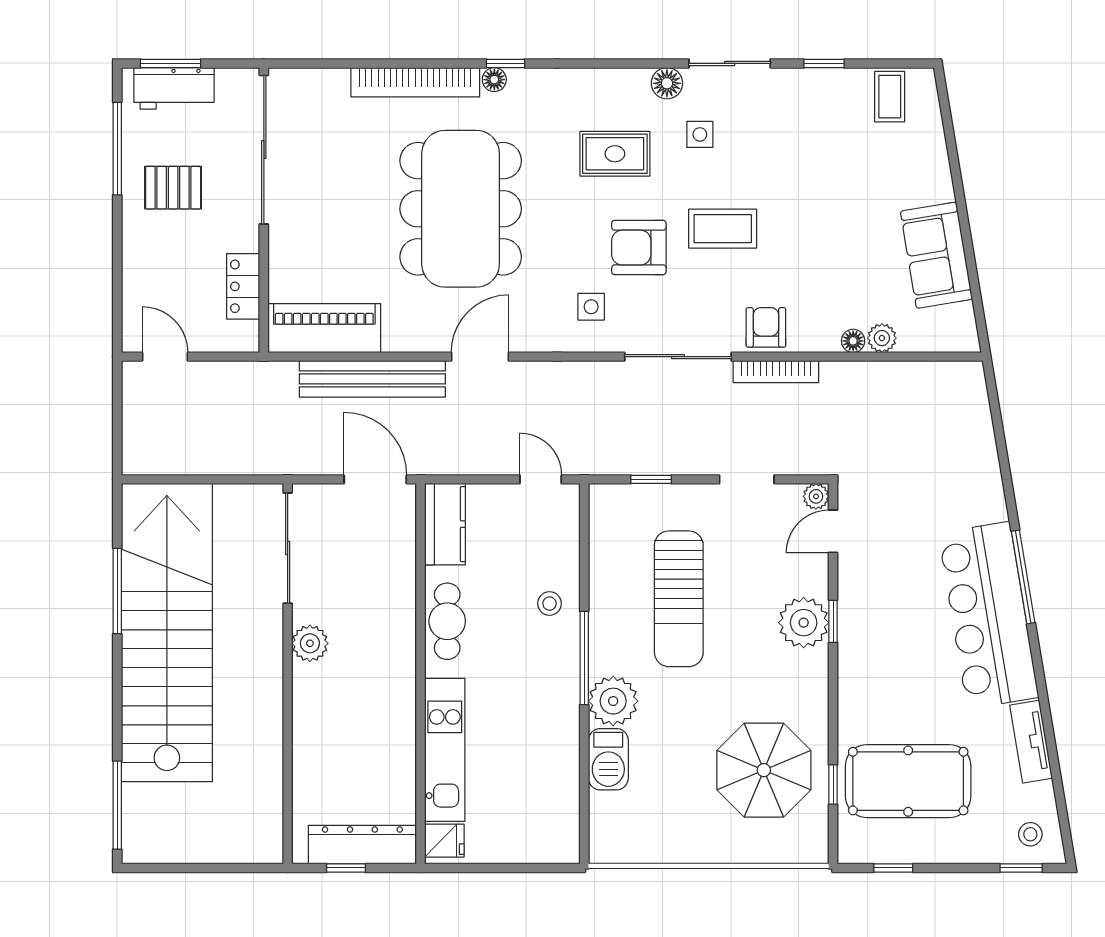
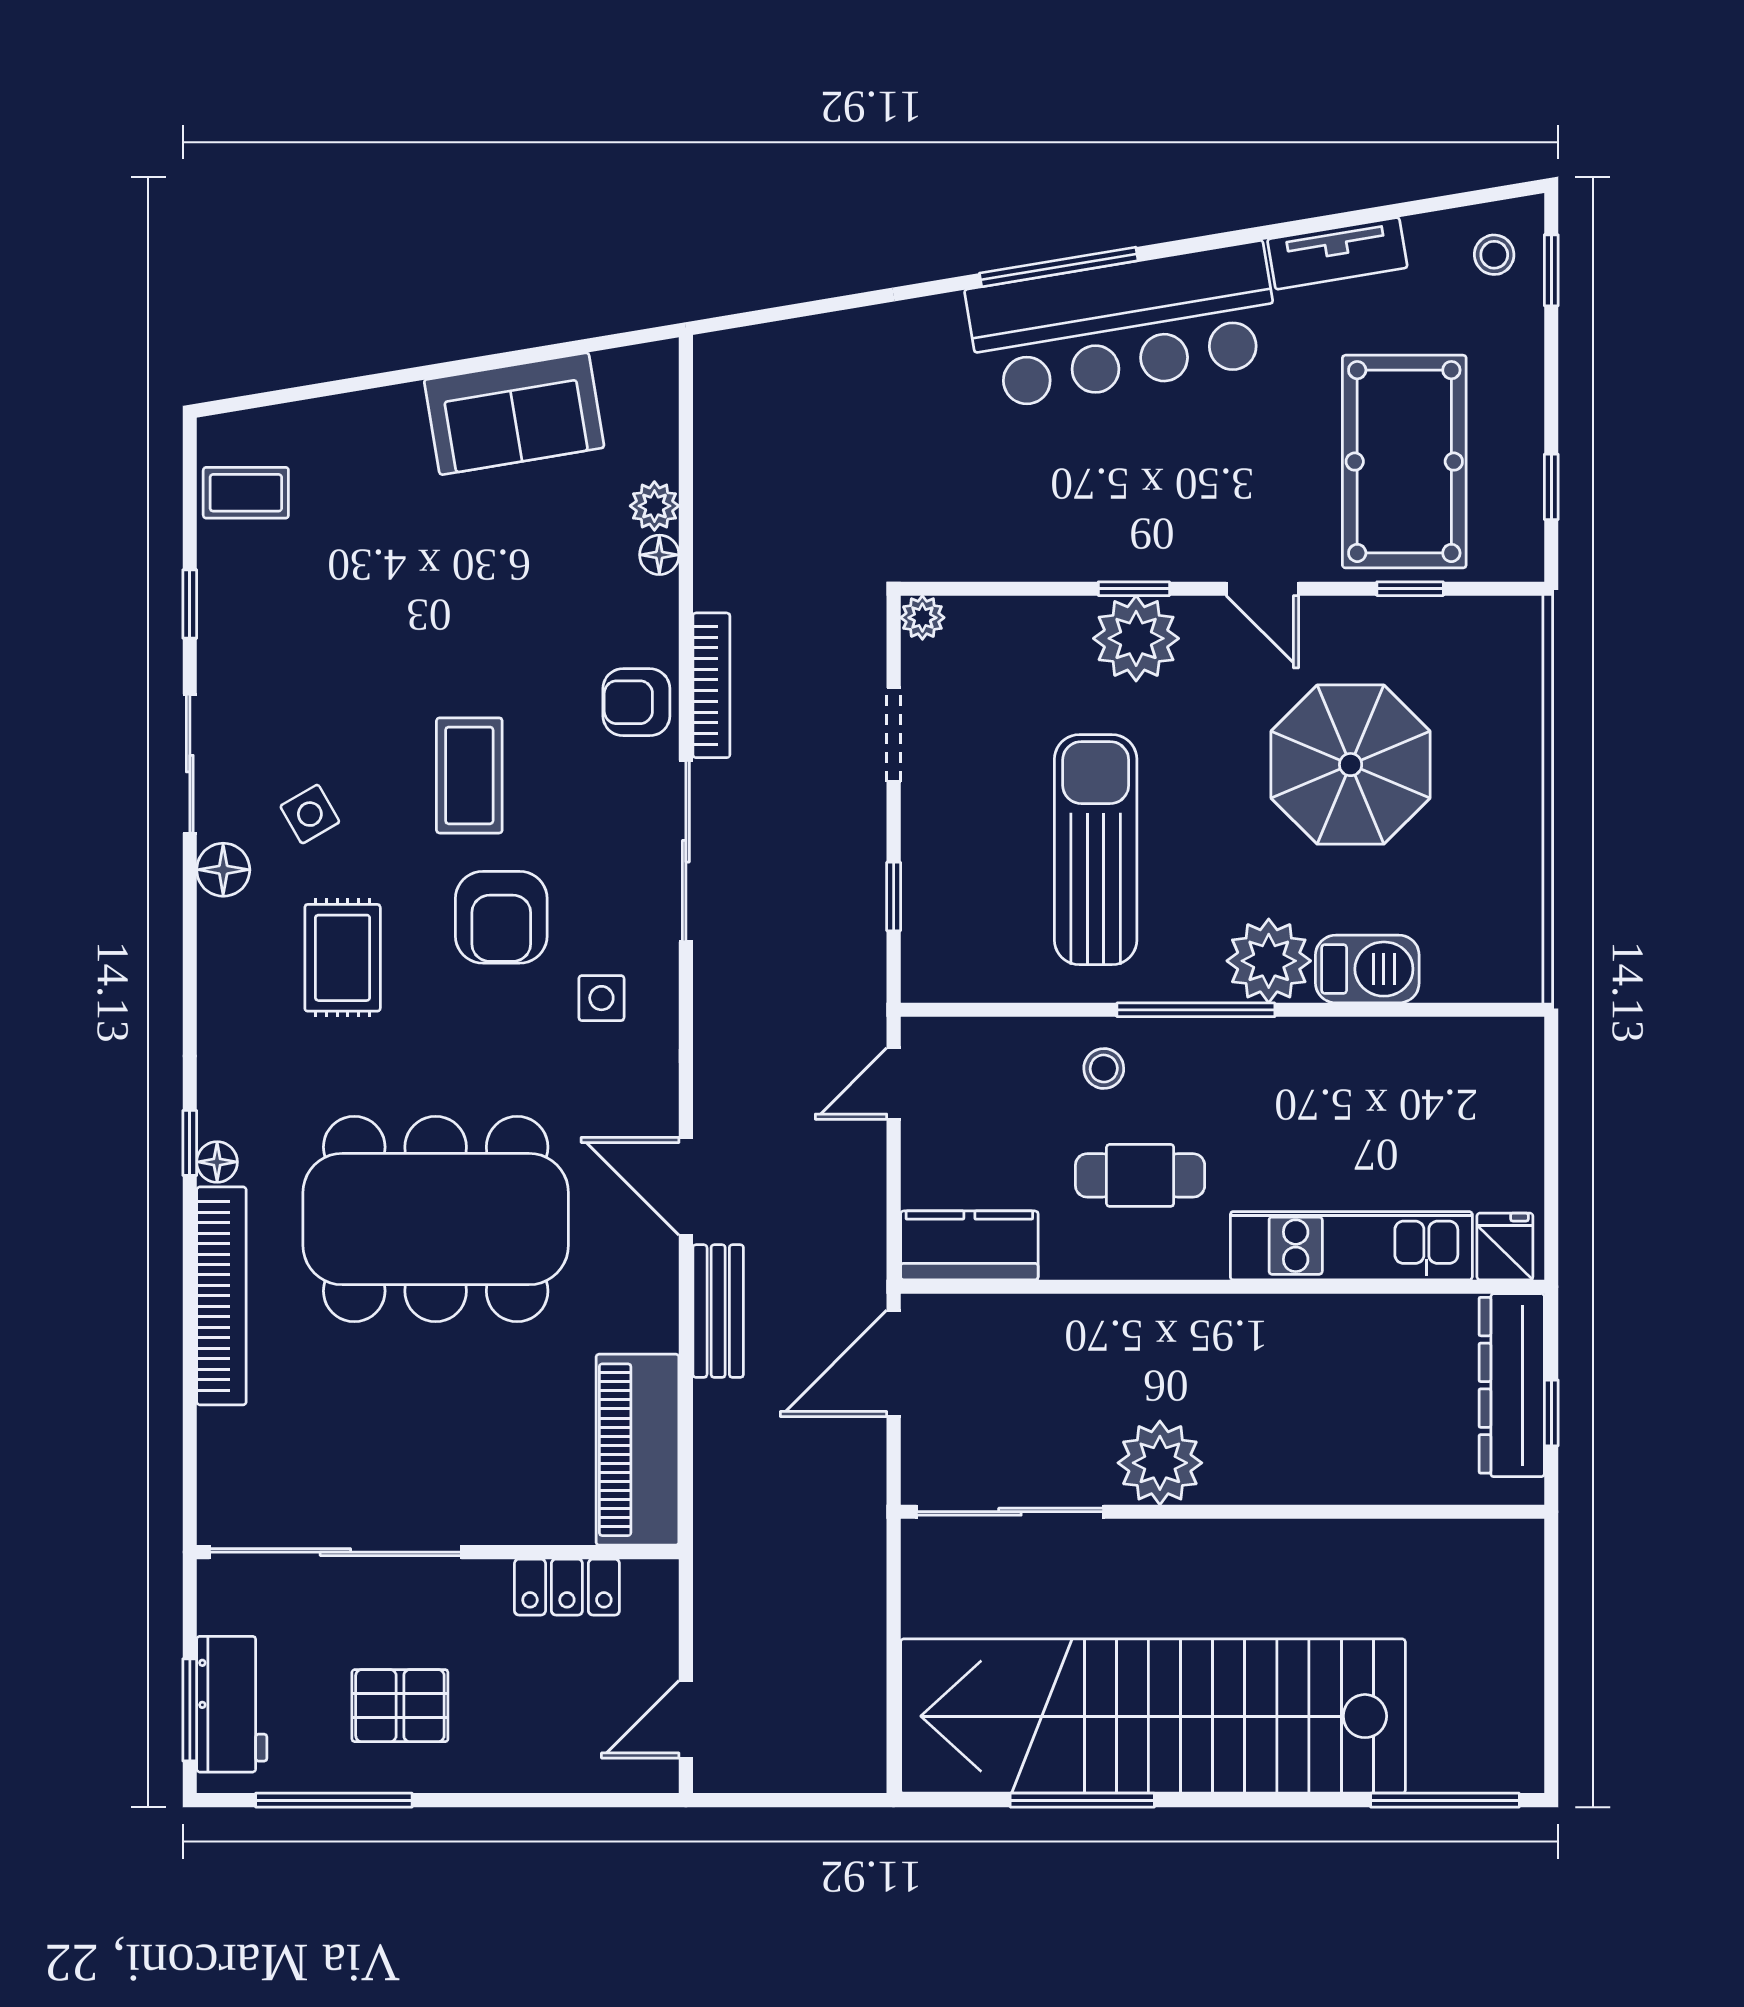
side table: (700, 134) -> (310, 814), turned -30
pallet: (173, 188) -> (400, 1706), turned 90
bench: (372, 379) -> (718, 1311), width x0.54, depth x0.82
door: (833, 531) -> (1262, 589), moved
sun lounger: (679, 599) -> (1096, 850), turned -90
cafe table: (447, 621) -> (1140, 1175), moved
plant: (310, 643) -> (1160, 1463), width x1.36, depth x1.36
parasol: (764, 770) -> (1351, 765), moved

